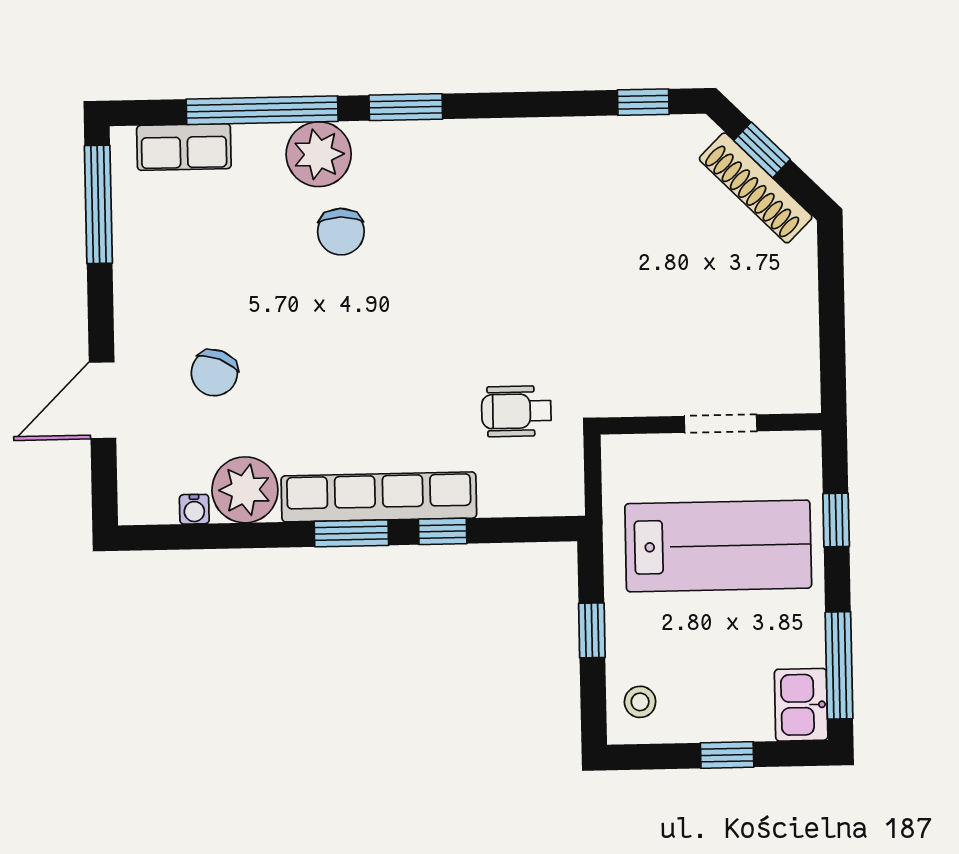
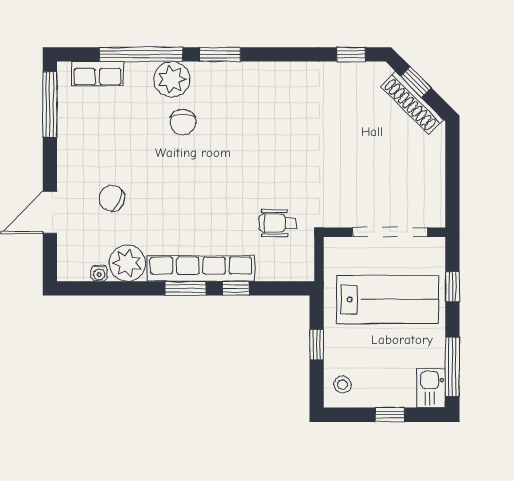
chair: (214, 373) -> (112, 198), turned 93
doorway: (721, 424) -> (390, 232), width x1.87

